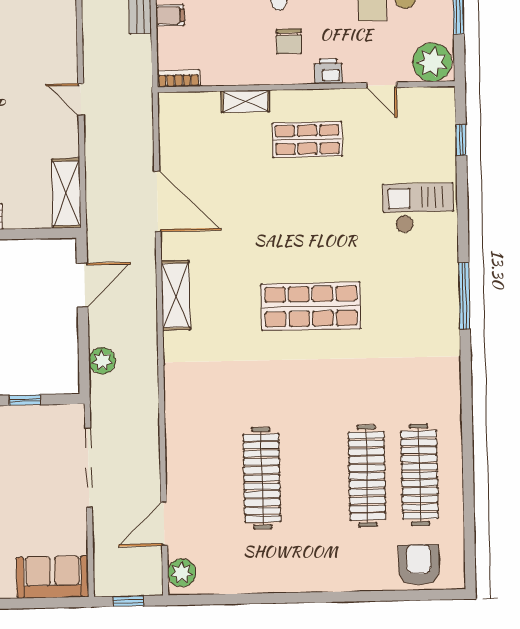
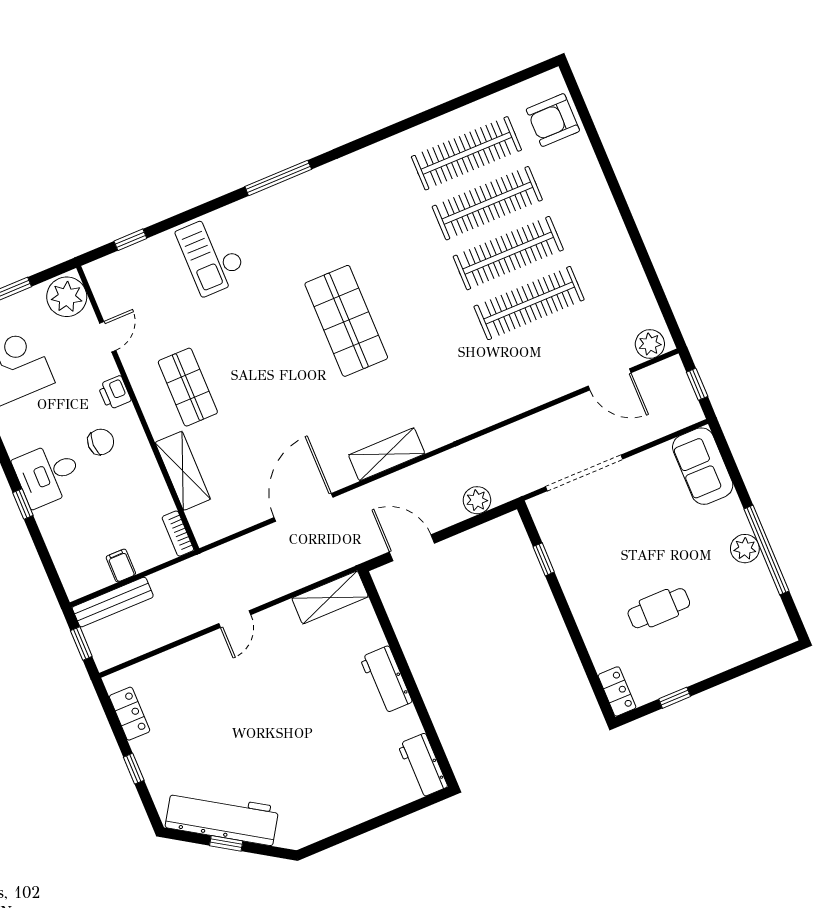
shelving: (245, 101) -> (183, 471), width x1.50, depth x1.33
clothes rail: (314, 477) -> (508, 253), added

